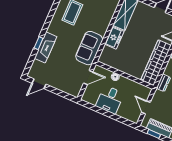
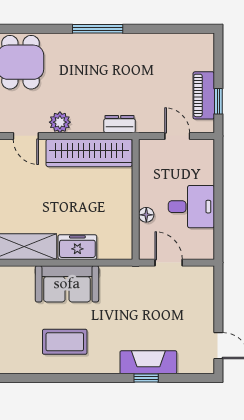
sofa: (89, 48) -> (67, 284), moved
door: (146, 107) -> (177, 136), swing flipped

